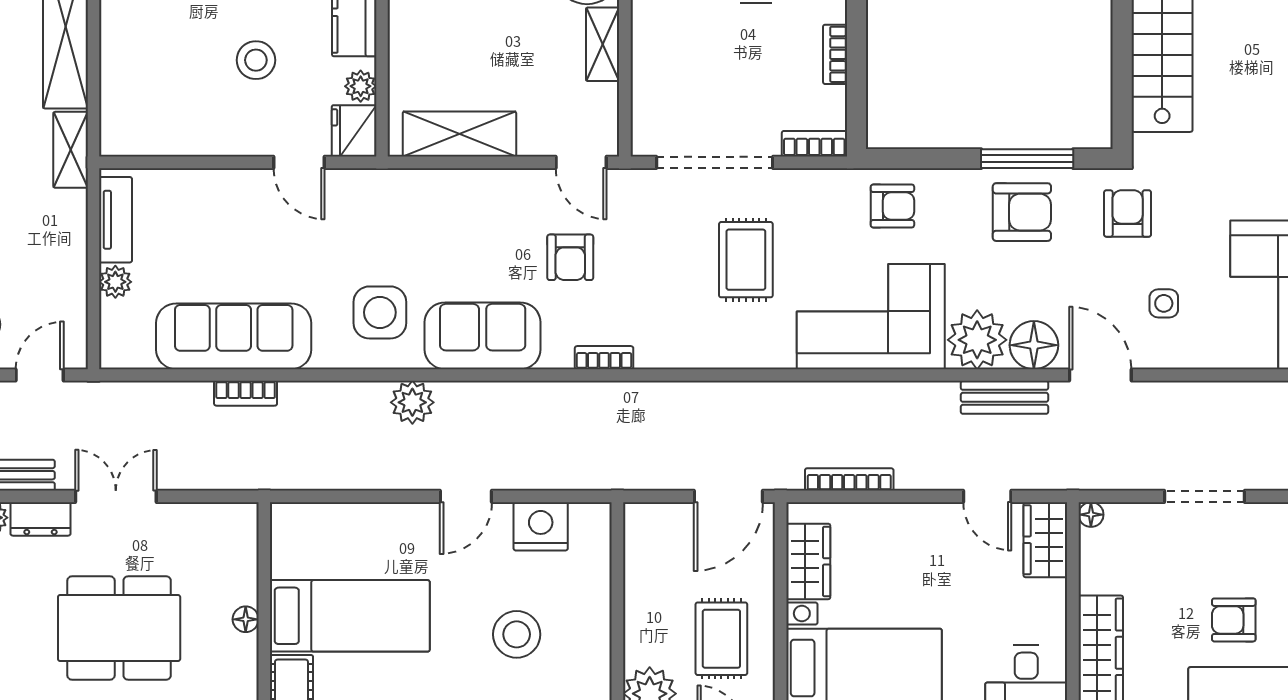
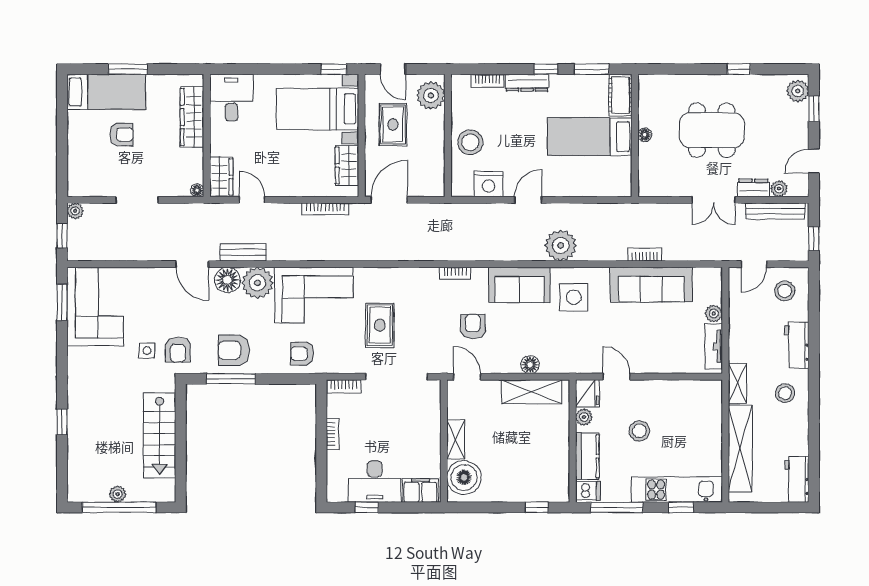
floor lamp: (462, 185) -> (530, 365), added
side table: (1164, 303) -> (147, 351), moved
plant: (412, 402) -> (561, 246), width x1.36, depth x1.36
stool: (517, 634) -> (470, 142), moved

